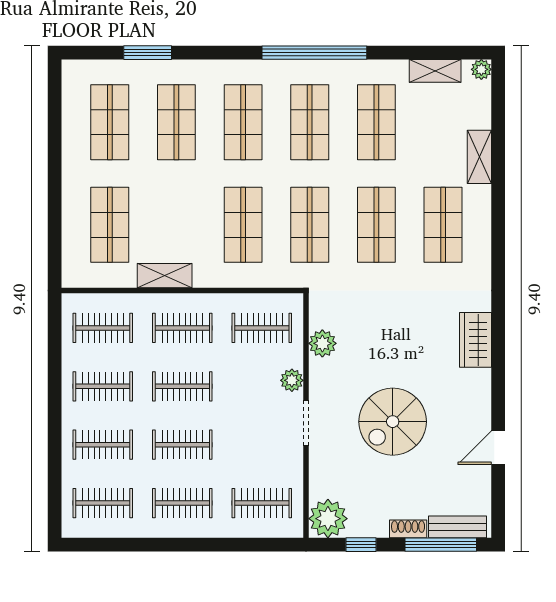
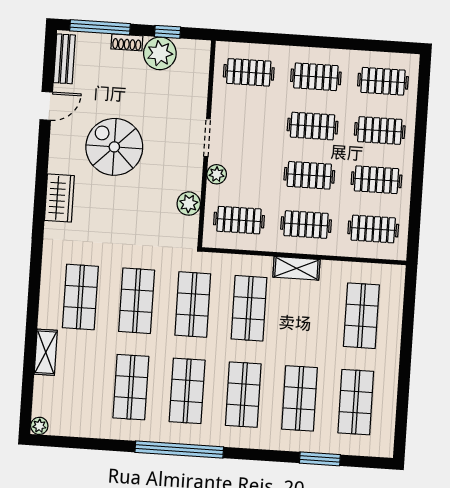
shelving: (435, 71) -> (78, 427), removed
shelving: (165, 276) -> (296, 268), moved
spiral stairs: (393, 422) -> (114, 147), moved, turned -90
plant: (328, 519) -> (160, 53), moved
bench: (458, 527) -> (64, 59), moved, turned 90

